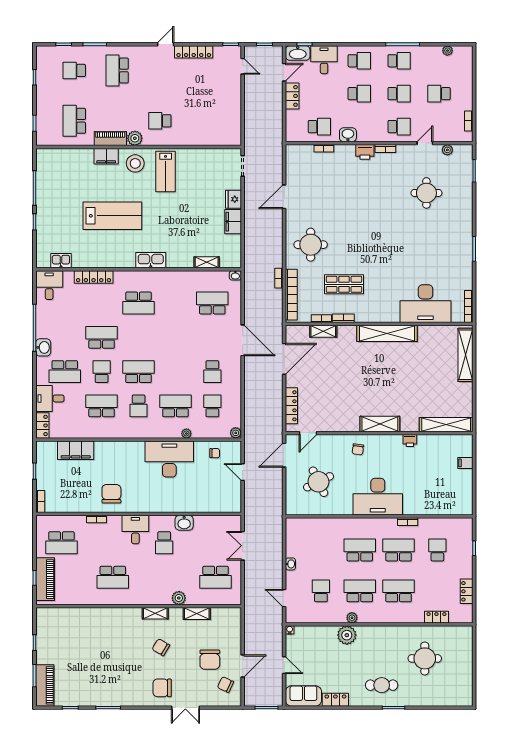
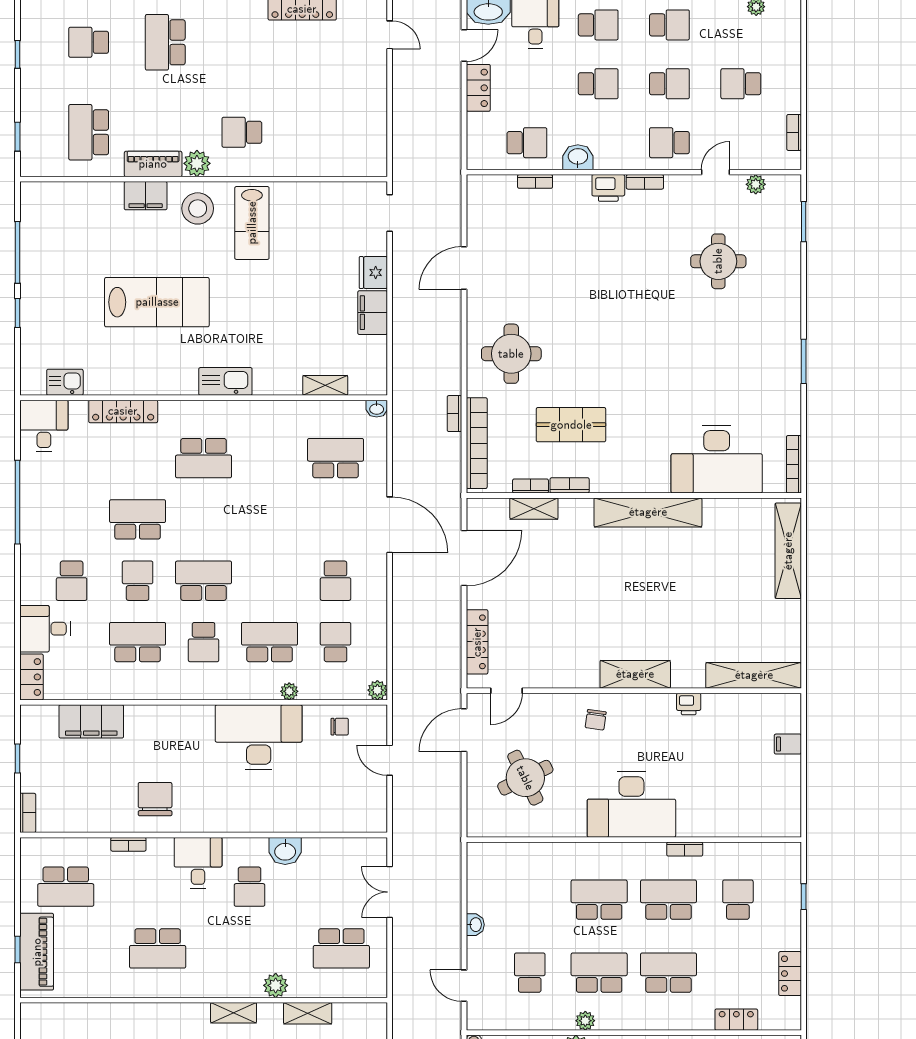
school desk: (399, 127) -> (669, 143), turned 180
washbasin: (43, 347) -> (33, 537), removed
school desk: (65, 372) -> (72, 581), width x0.54

